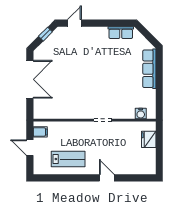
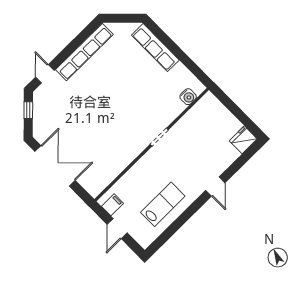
row of seats: (121, 33) -> (84, 52), width x2.02
fridge: (149, 139) -> (243, 140), moved, turned 90
door: (30, 148) -> (117, 229), hinge flipped
door: (107, 178) -> (215, 187), swing flipped

